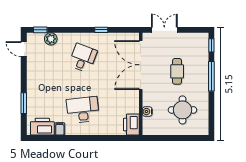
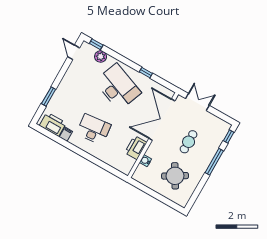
desk: (83, 58) -> (118, 87), width x1.87, depth x1.30
round table: (182, 110) -> (175, 176), turned -31
printer: (131, 125) -> (136, 148), moved

